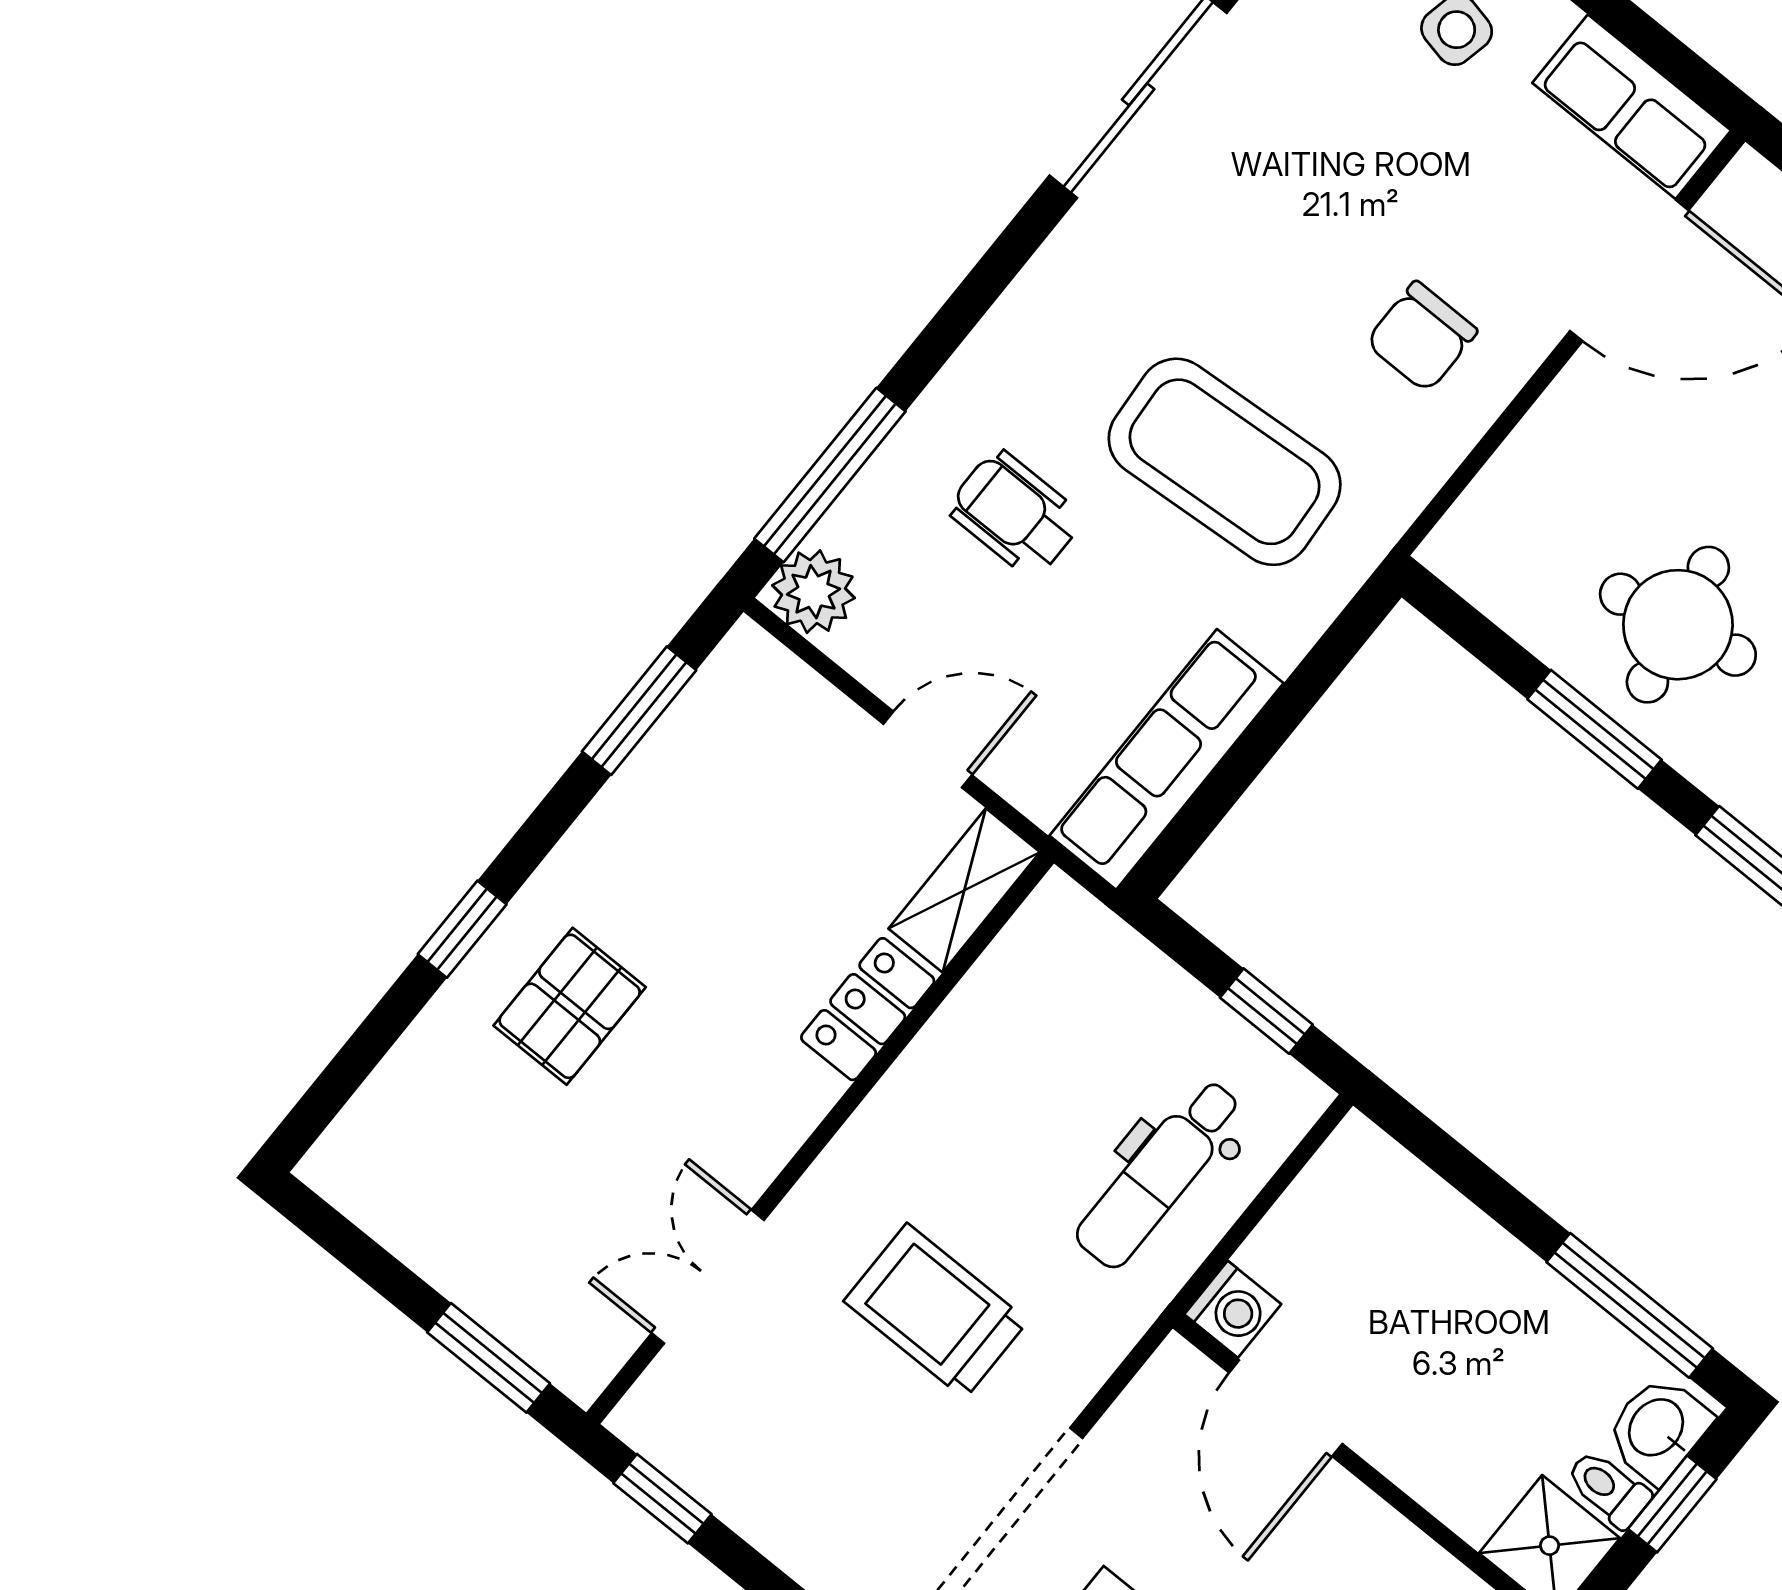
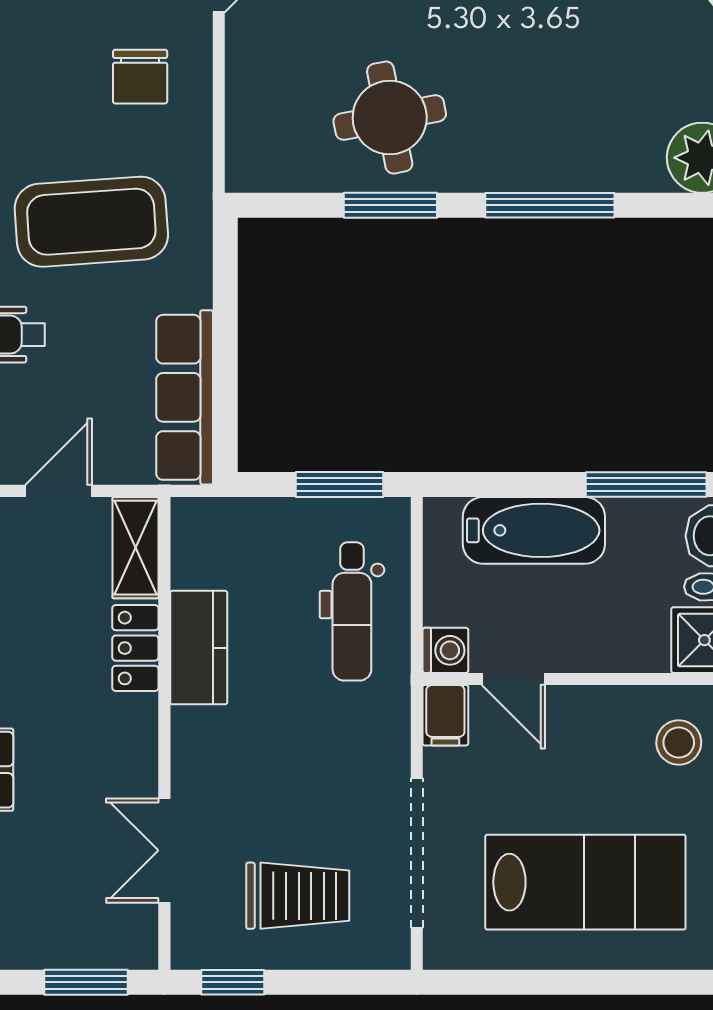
window: (1266, 1011) -> (339, 484), width x1.50
kitchen counter: (943, 1069) -> (199, 648), added
bathtub: (1453, 1252) -> (534, 530), added
trolley: (936, 1311) -> (298, 896), moved, turned 180
filing cabinet: (1171, 1386) -> (445, 715), added
door: (1286, 1408) -> (513, 679), width x0.73

